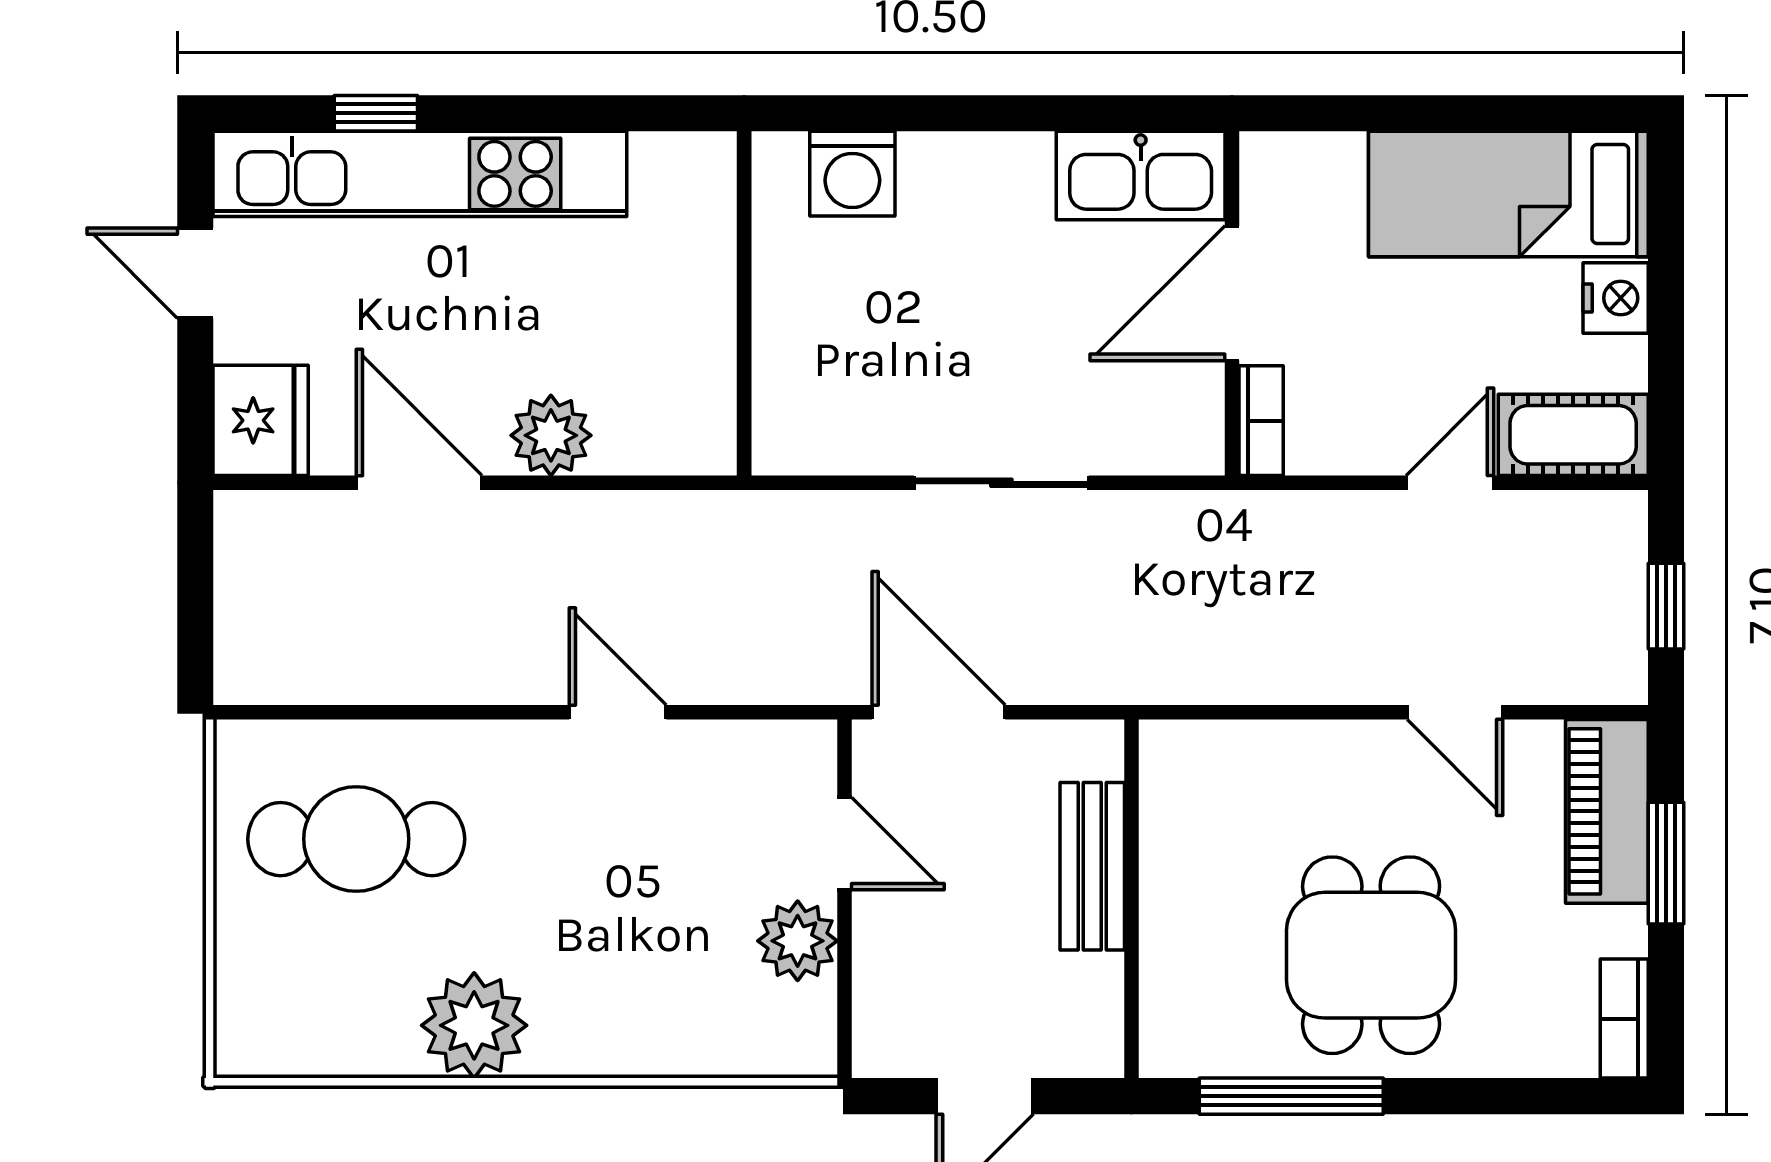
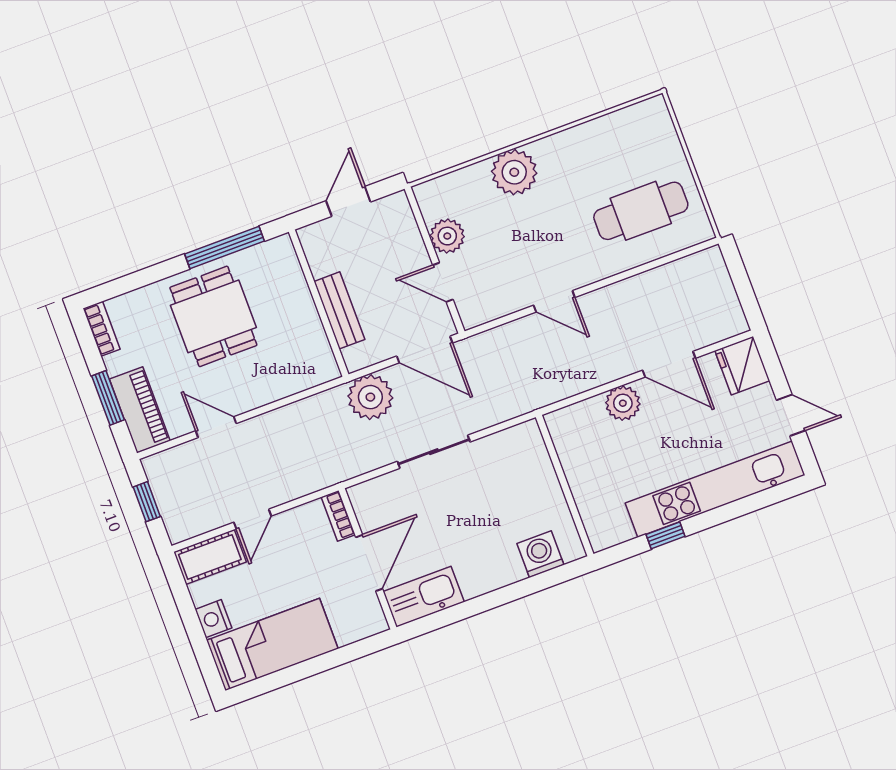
window: (376, 113) -> (665, 535), moved
plant: (1095, 653) -> (370, 397), added
plant: (474, 1025) -> (514, 172), moved

